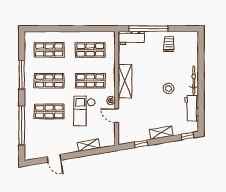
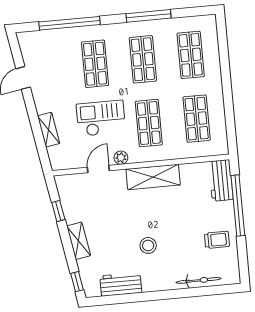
bicycle: (194, 80) -> (198, 280), moved

